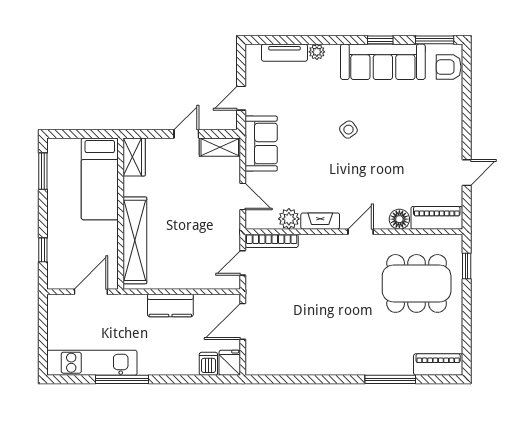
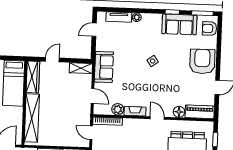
sofa: (383, 62) -> (179, 24), width x0.73
door: (241, 98) -> (94, 30), moved
armchair: (438, 127) -> (202, 61), added
door: (186, 134) -> (52, 60), moved
wardrobe: (134, 157) -> (33, 77), width x1.50
door: (361, 232) -> (157, 118), hinge flipped
door: (243, 263) -> (91, 133), hinge flipped

